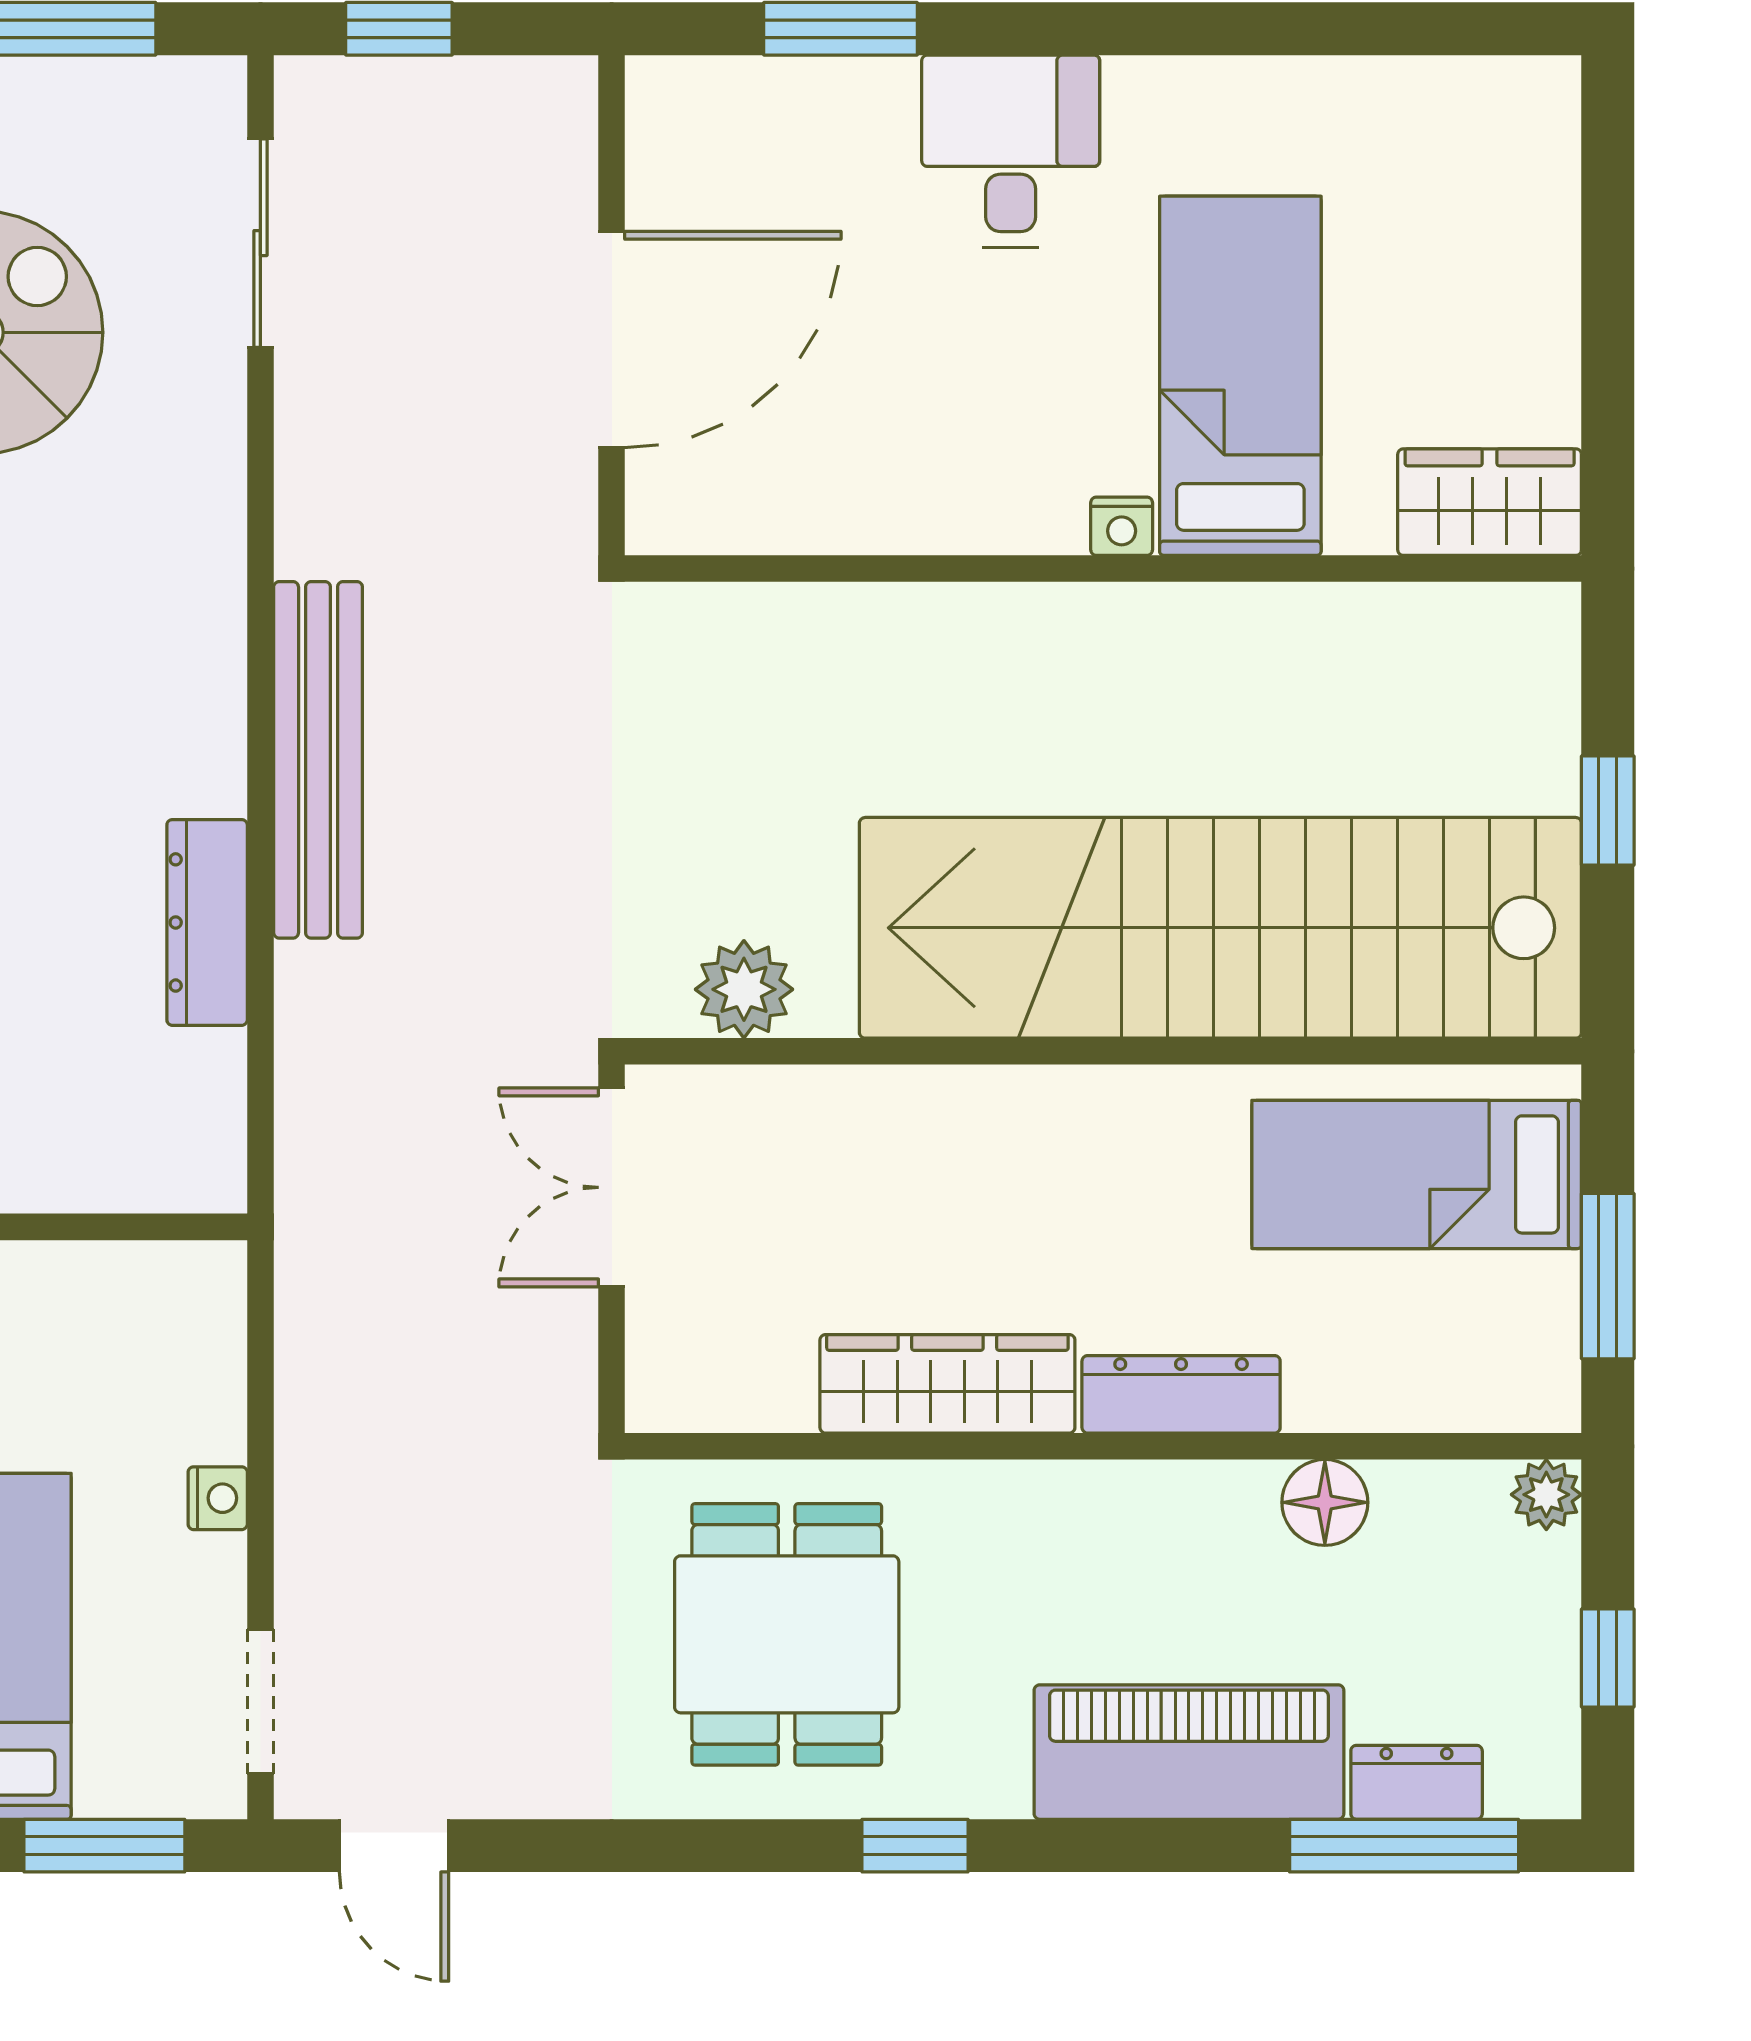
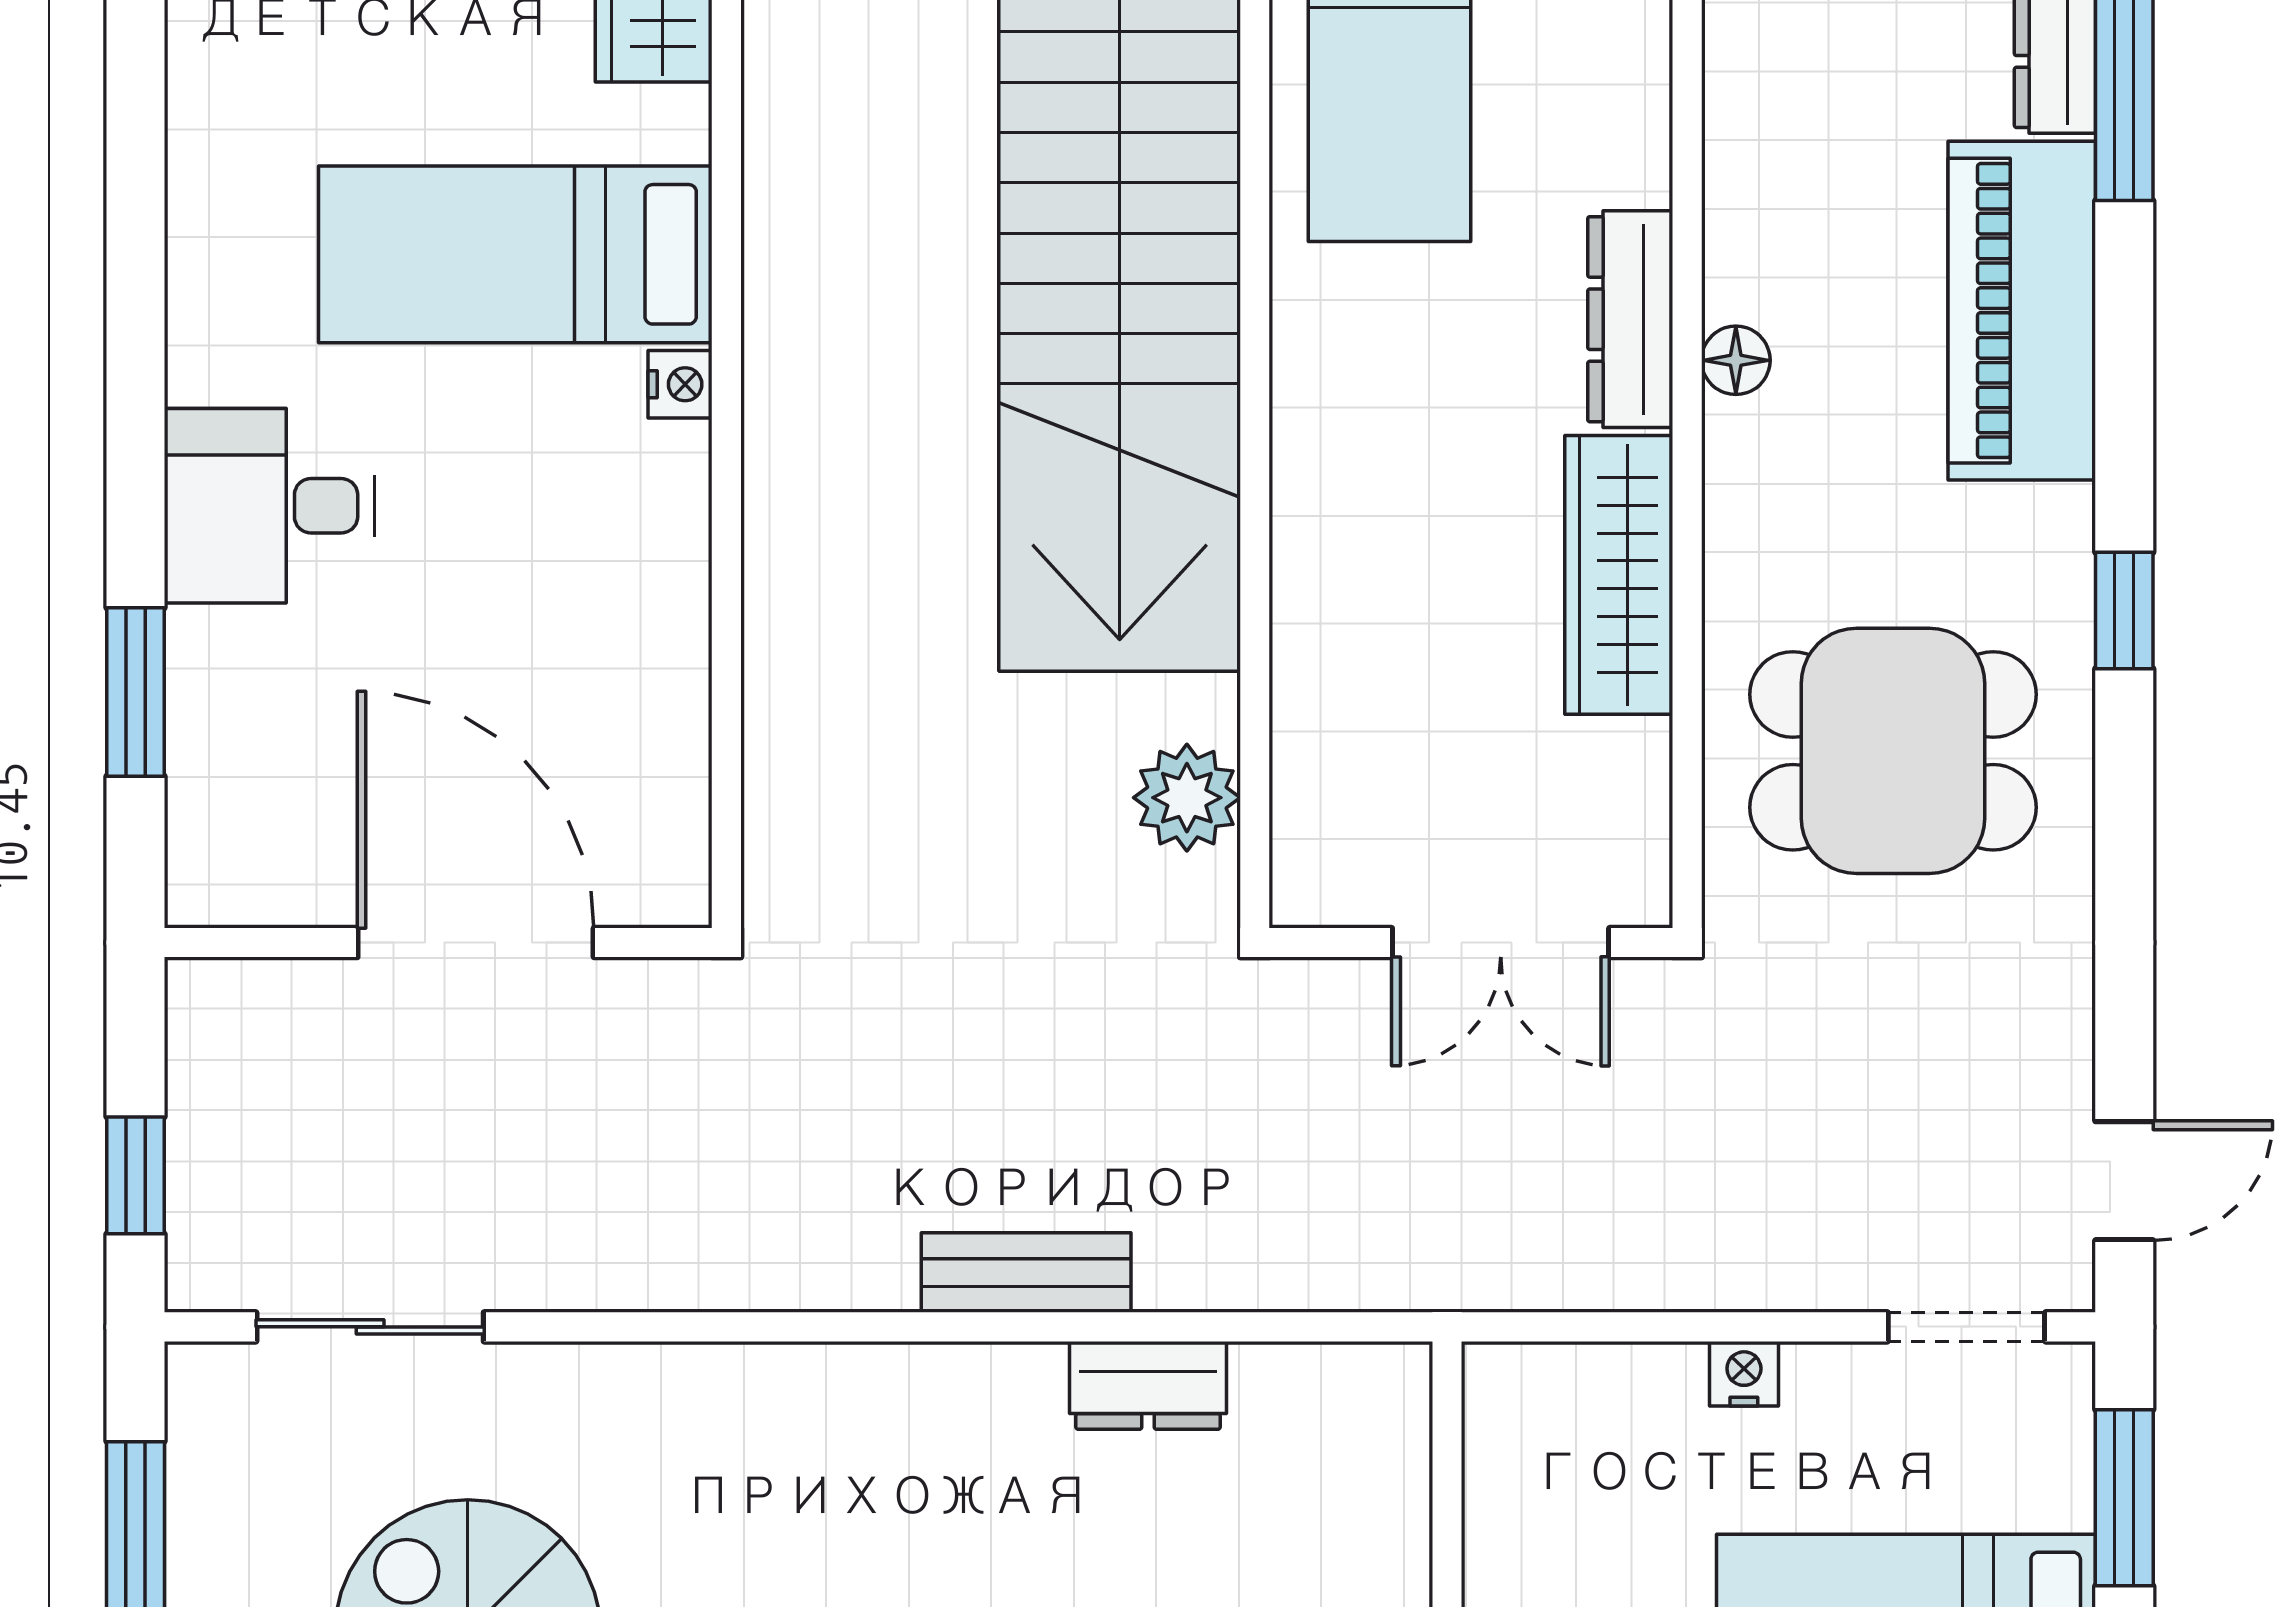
bench: (318, 760) -> (1026, 1272), width x0.54, depth x0.82
dresser: (207, 922) -> (1148, 1385), width x0.70
double door: (612, 1187) -> (1501, 943), moved
floor lamp: (1325, 1502) -> (1736, 360), moved, width x0.73, depth x0.73

